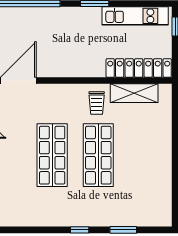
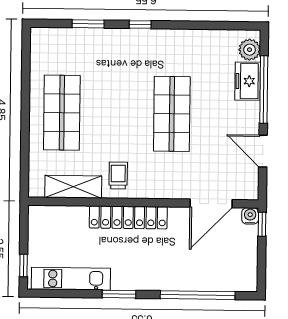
locker: (139, 68) -> (128, 217), moved
shop shelf: (98, 155) -> (62, 113), moved

